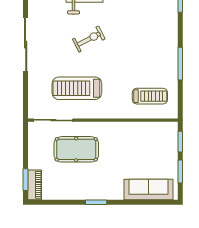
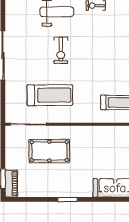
exercise bike: (89, 39) -> (61, 50), turned 117
treadmill: (77, 88) -> (50, 95), turned 180

